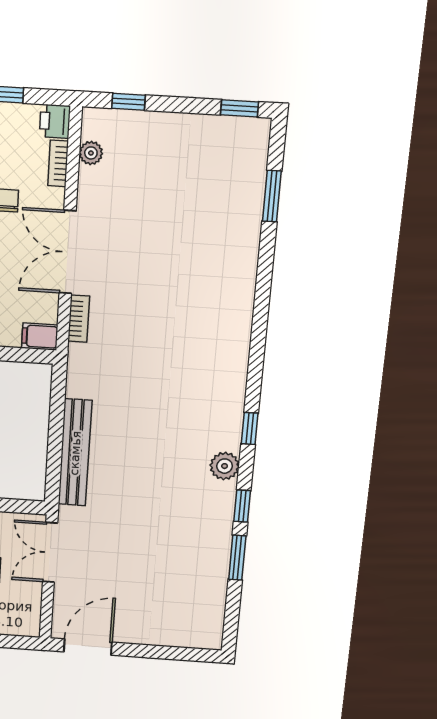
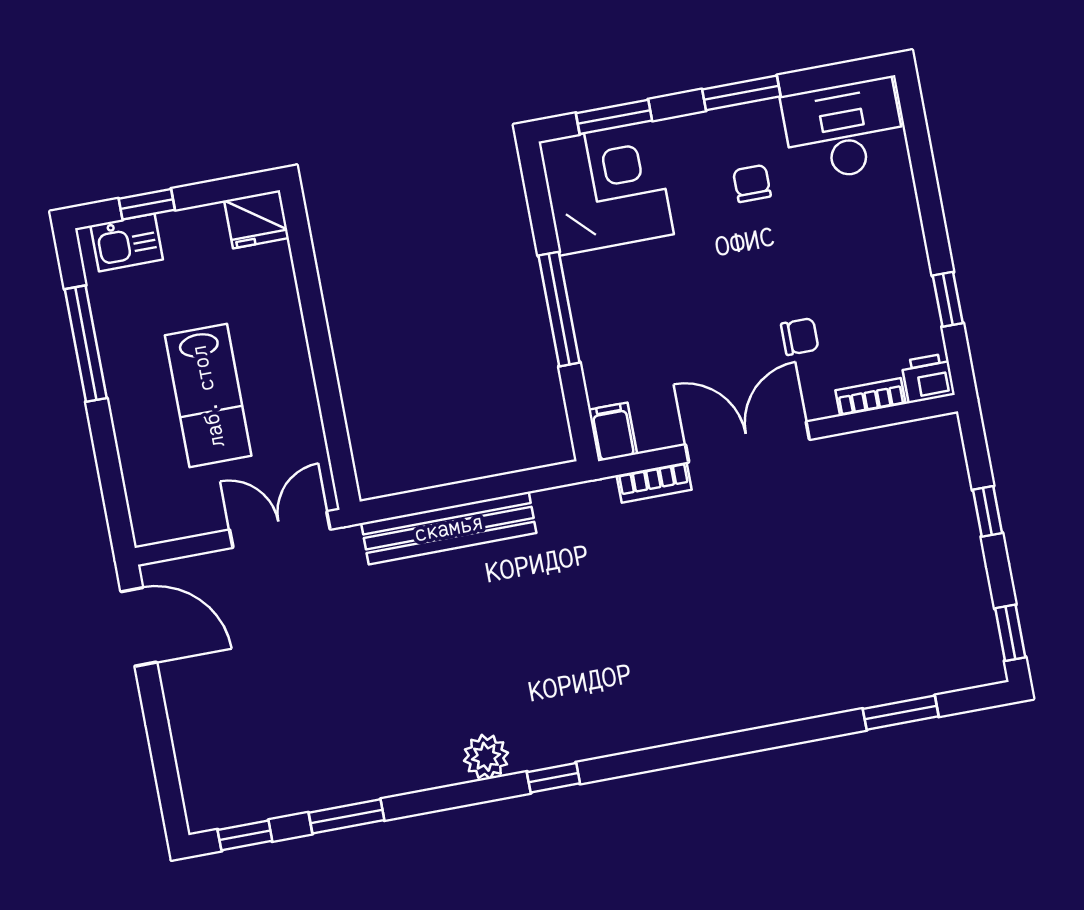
window: (129, 102) -> (987, 511), moved
plant: (91, 153) -> (897, 440), removed
window: (242, 506) -> (245, 835), moved

